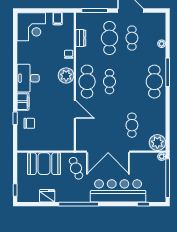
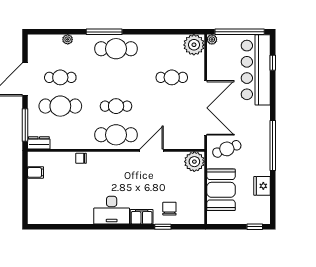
corner desk: (31, 27) -> (46, 206), removed
dresser: (81, 38) -> (39, 143), moved
plant: (66, 75) -> (194, 162), moved
bar counter: (118, 191) -> (256, 70), moved

